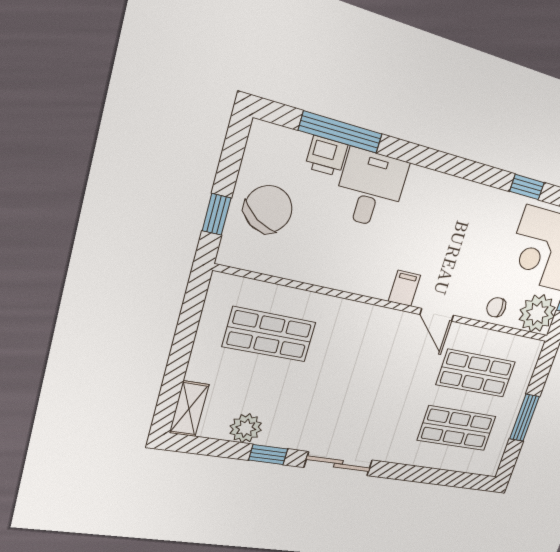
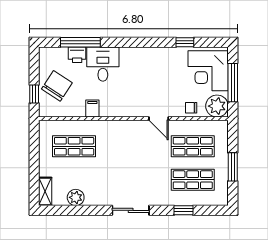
filing cabinet: (404, 288) -> (92, 109), moved
window: (268, 455) -> (184, 210), moved

